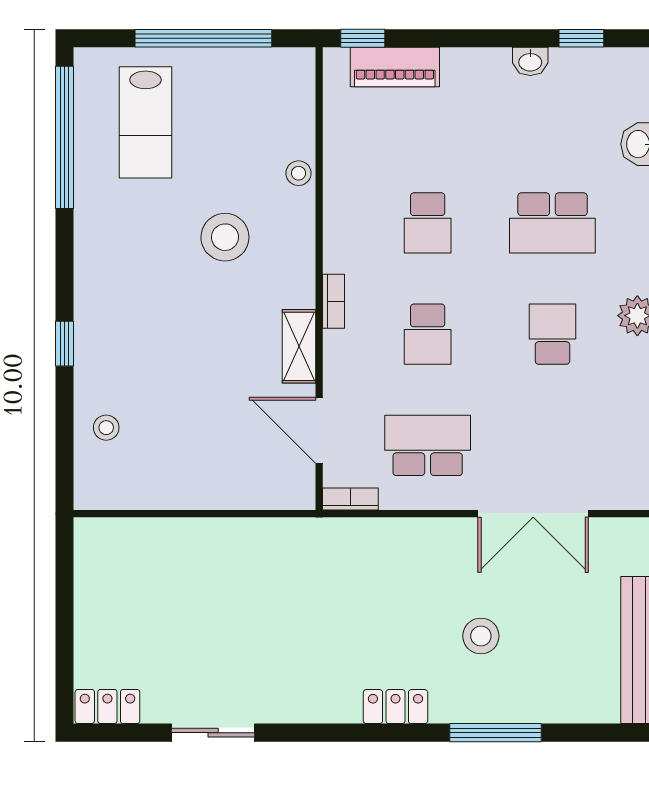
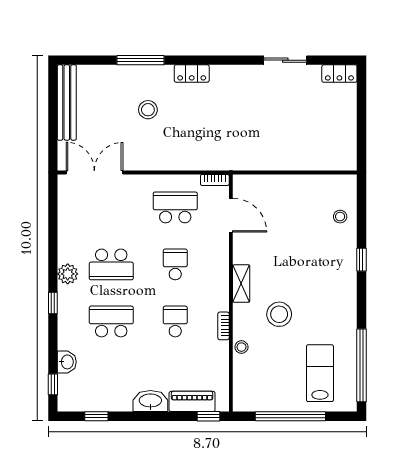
washbasin: (530, 61) -> (150, 401), moved, width x1.91, depth x1.45
bookcase: (334, 301) -> (223, 326), moved
school desk: (552, 334) -> (111, 264), width x1.85
shelving: (299, 346) -> (241, 284), moved
school desk: (428, 445) -> (175, 207), turned 180
double door: (533, 514) -> (94, 172), moved

